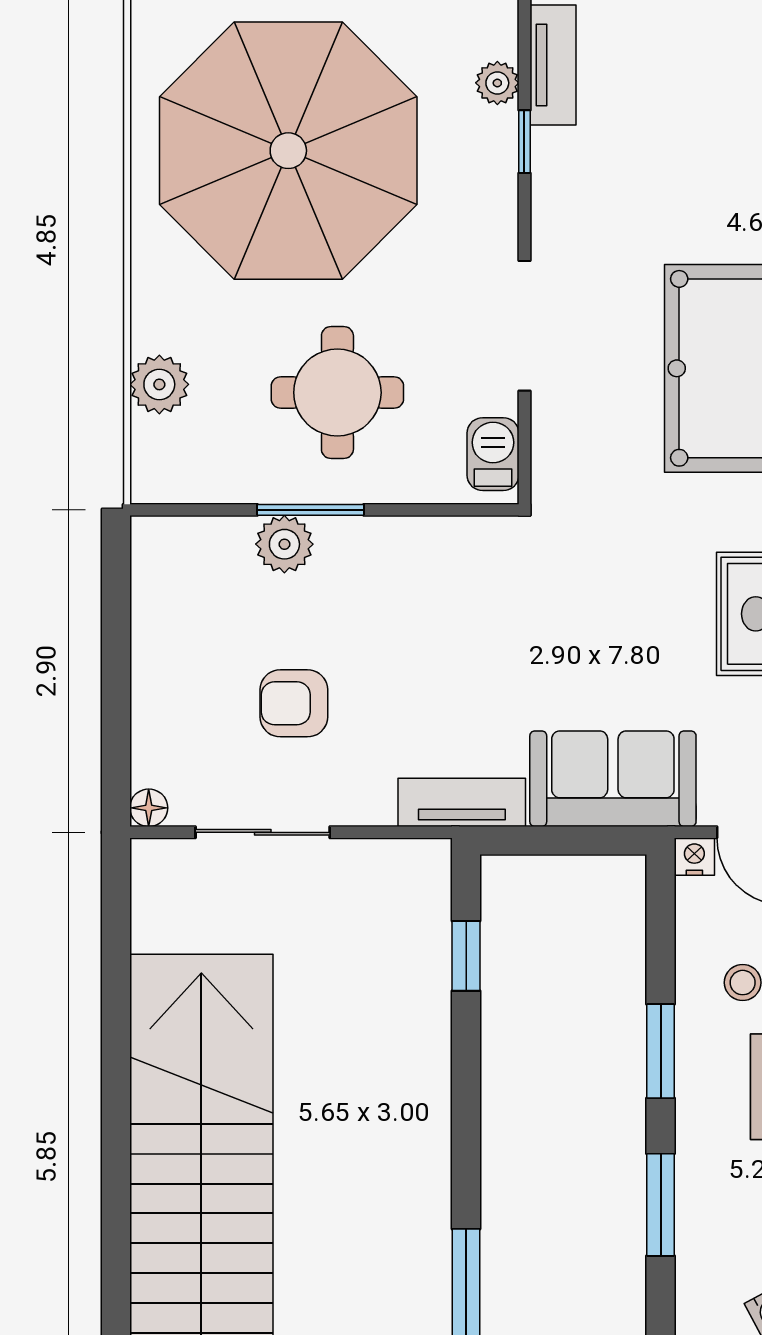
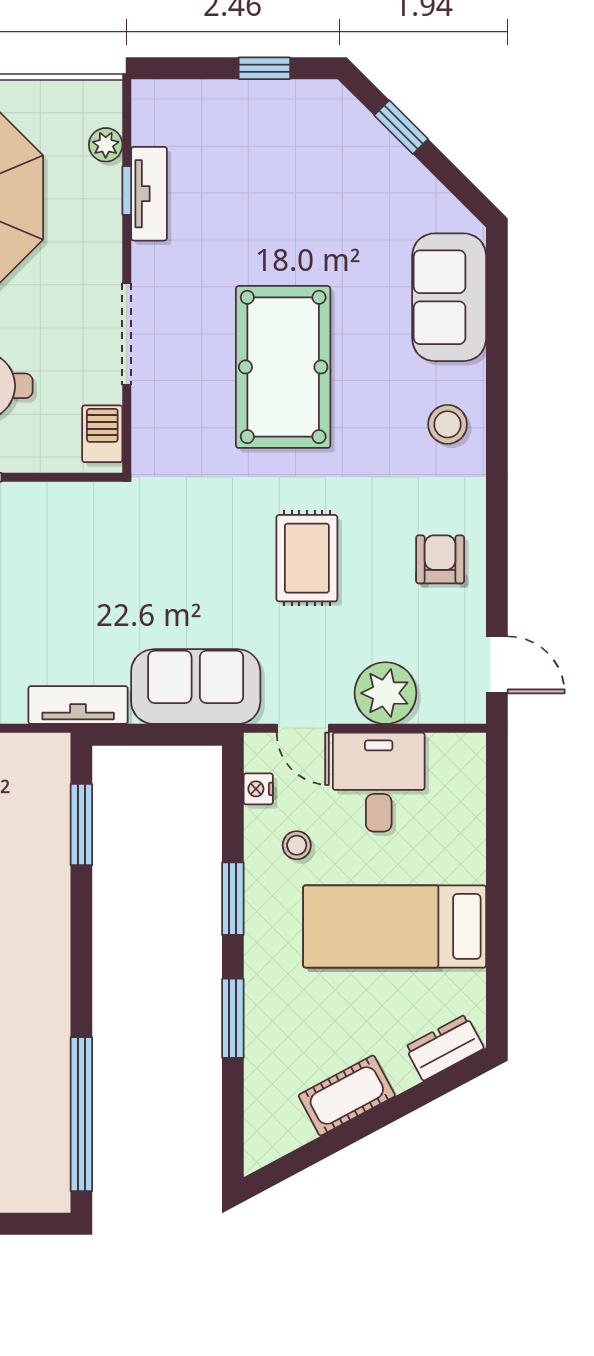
tv unit: (553, 65) -> (149, 194), moved
nightstand: (694, 857) -> (258, 789), moved, turned -90
window: (466, 956) -> (81, 825), width x1.50

